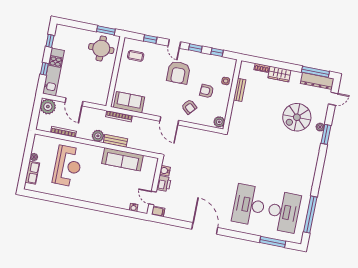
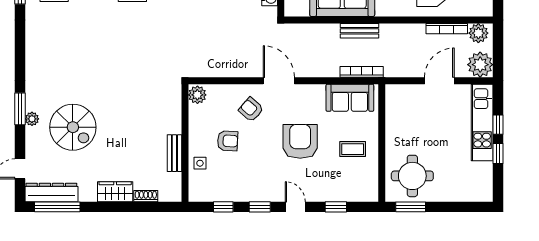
window: (50, 41) -> (498, 153), moved
coffee table: (136, 56) -> (353, 149), moved
armchair: (178, 73) -> (300, 141), moved
door: (74, 102) -> (439, 81), hinge flipped
spiral stairs: (297, 117) -> (73, 127), turned 90
plant: (98, 136) -> (478, 33), moved

